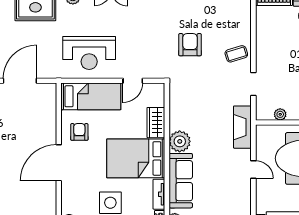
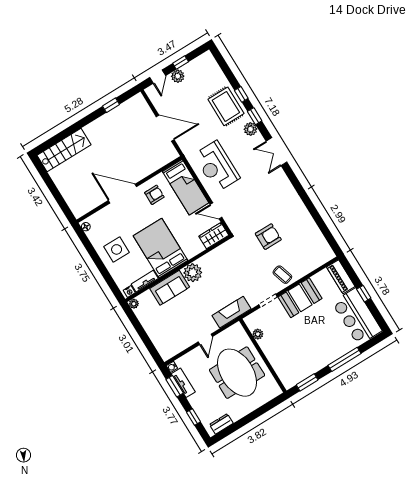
booth: (270, 51) -> (300, 298), added
wardrobe: (156, 123) -> (214, 236), moved
sofa: (181, 181) -> (170, 288), width x0.73

